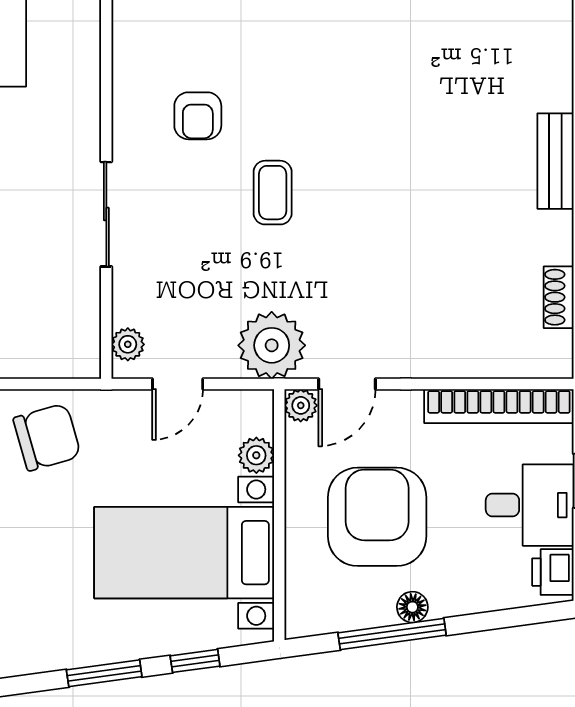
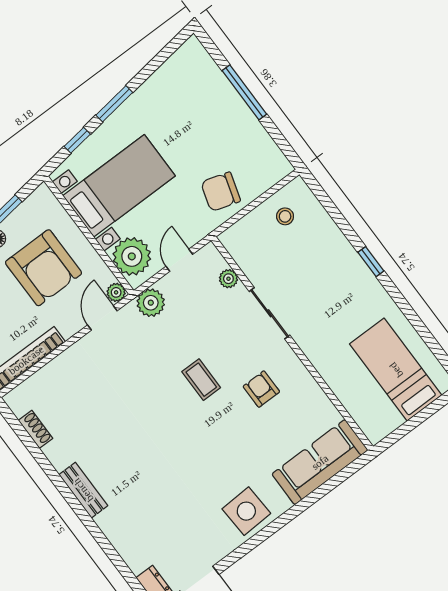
plant: (128, 344) -> (228, 279), moved
plant: (272, 345) -> (151, 303), width x0.73, depth x0.73
chair: (47, 437) -> (221, 192), turned 33
plant: (256, 455) -> (132, 256), width x1.88, depth x1.88

